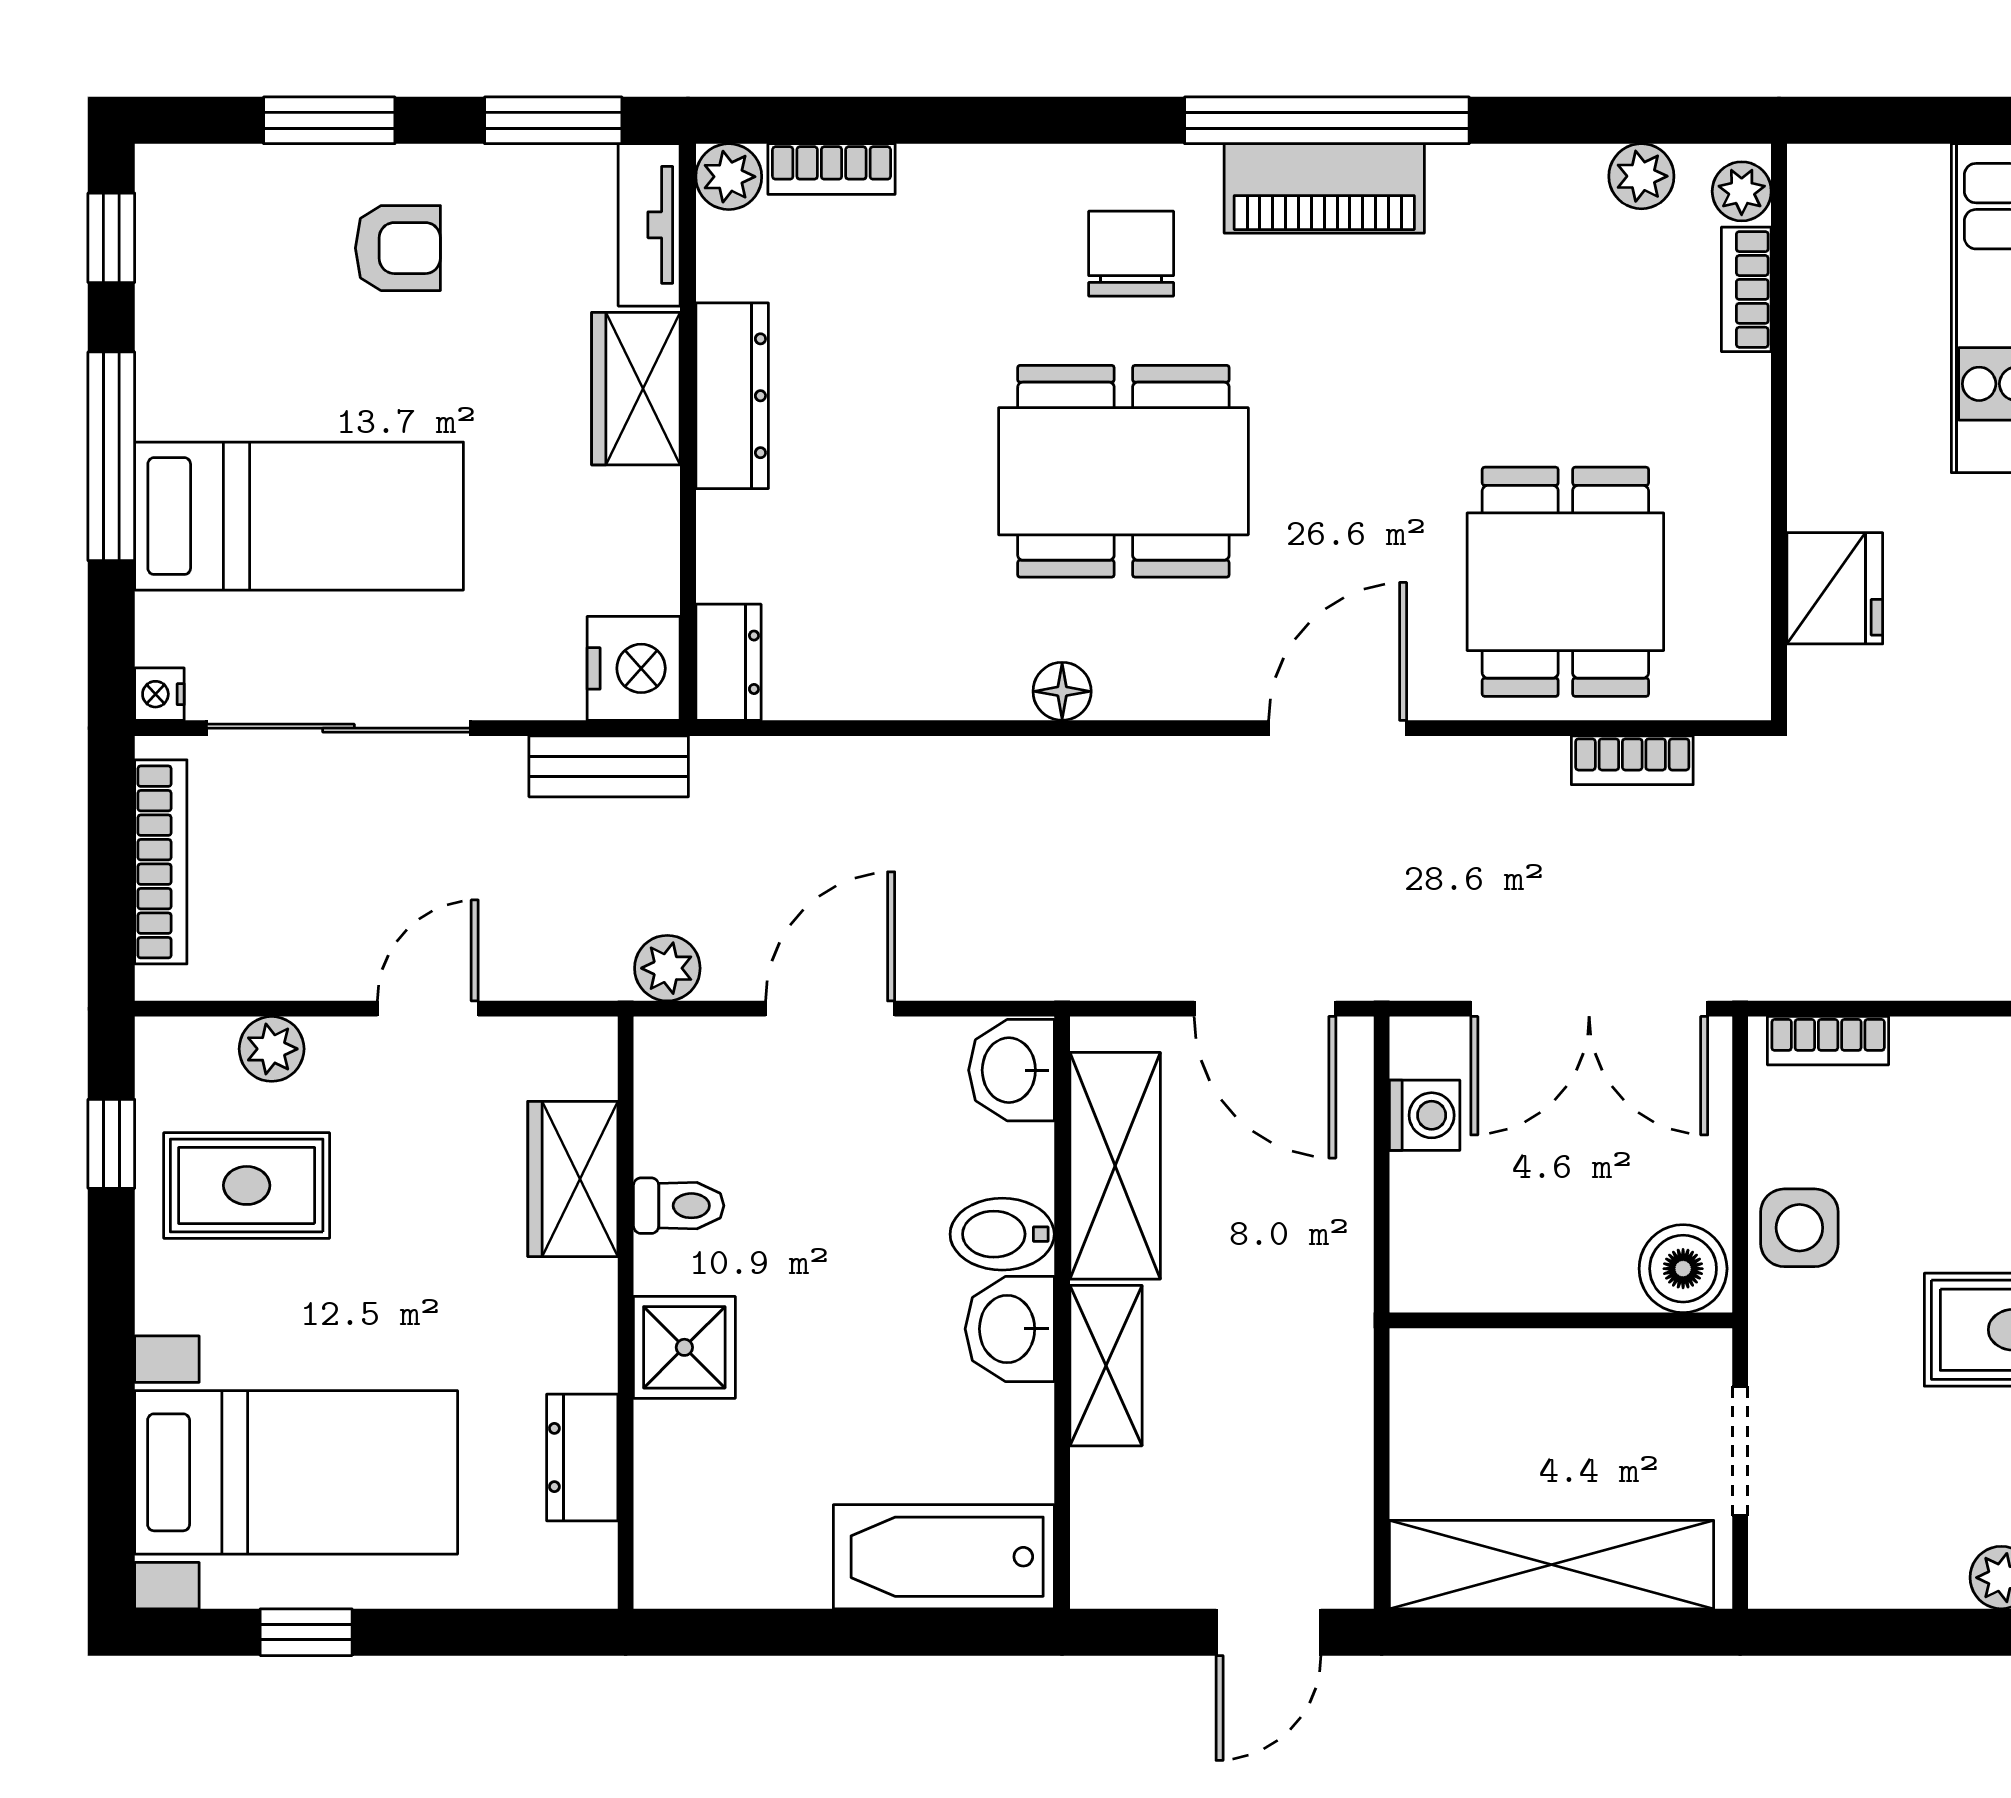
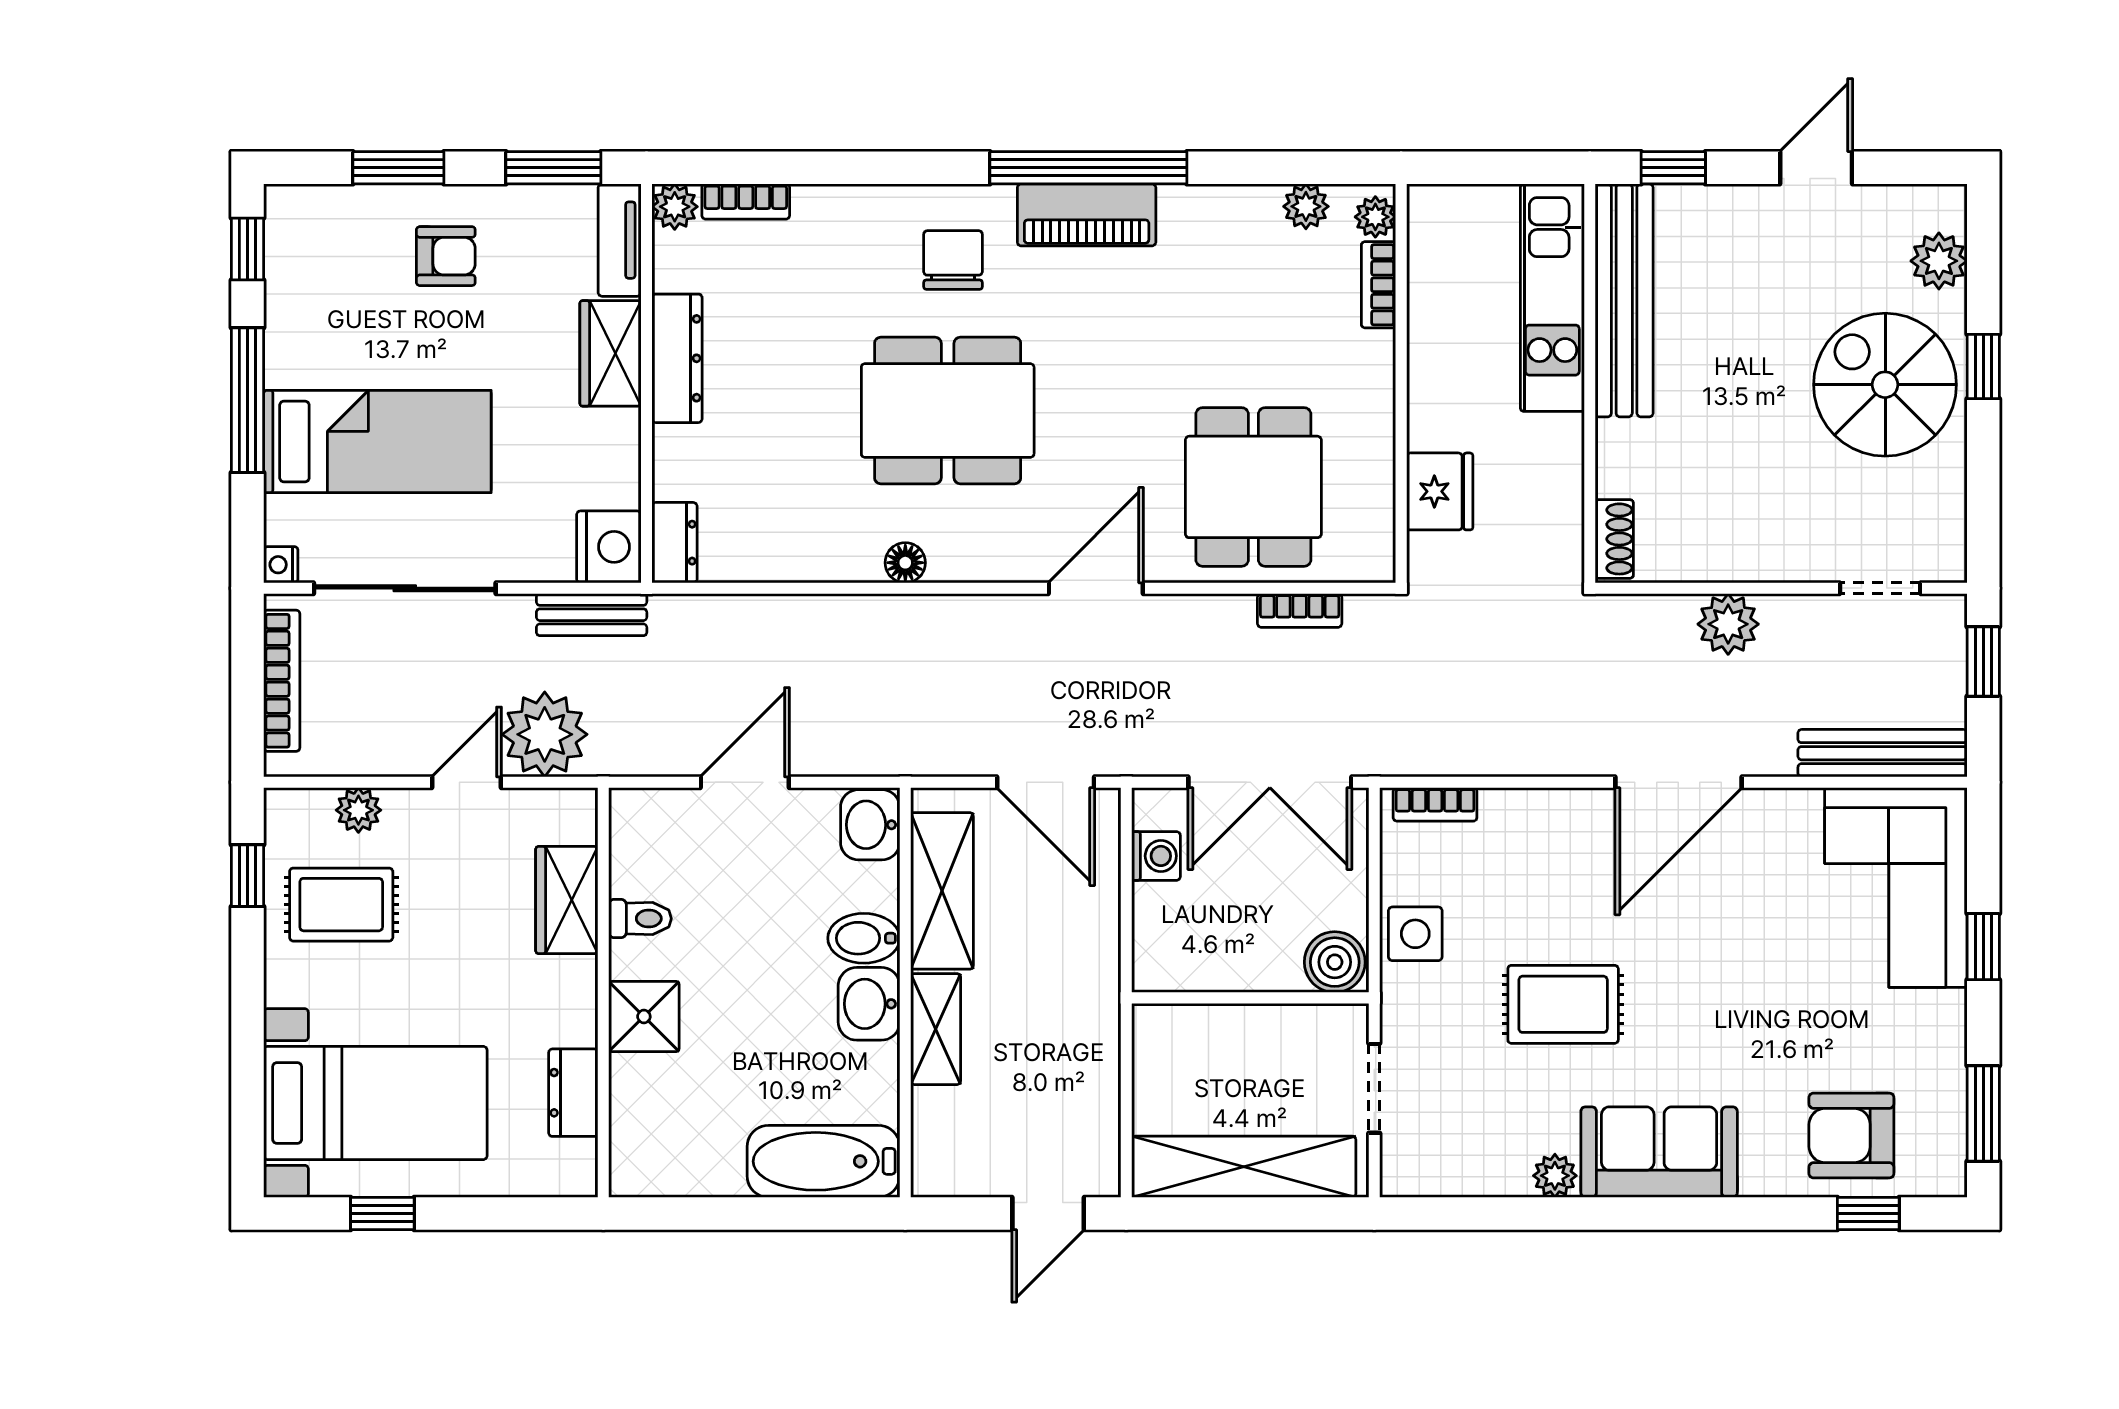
plant: (667, 968) -> (545, 734), moved, width x1.88, depth x1.88

